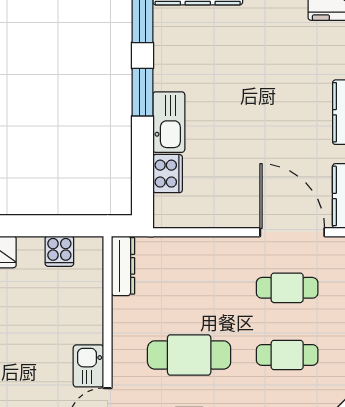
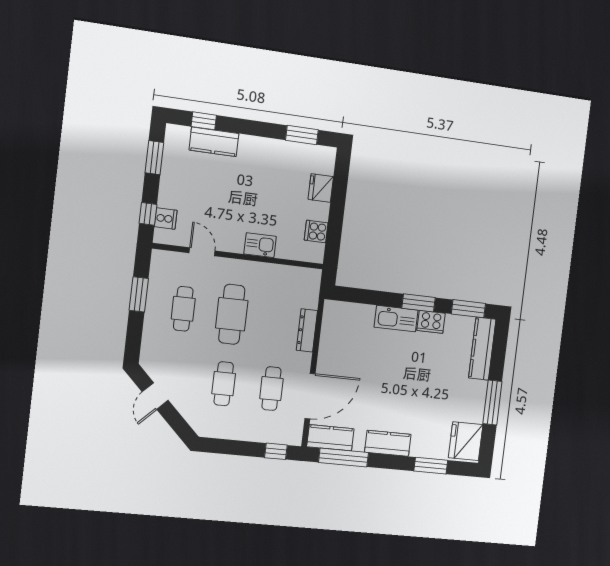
cooker: (168, 174) -> (431, 322), moved
dresser: (123, 266) -> (307, 330), moved, turned 90
kitchen sink: (88, 366) -> (260, 245), moved

